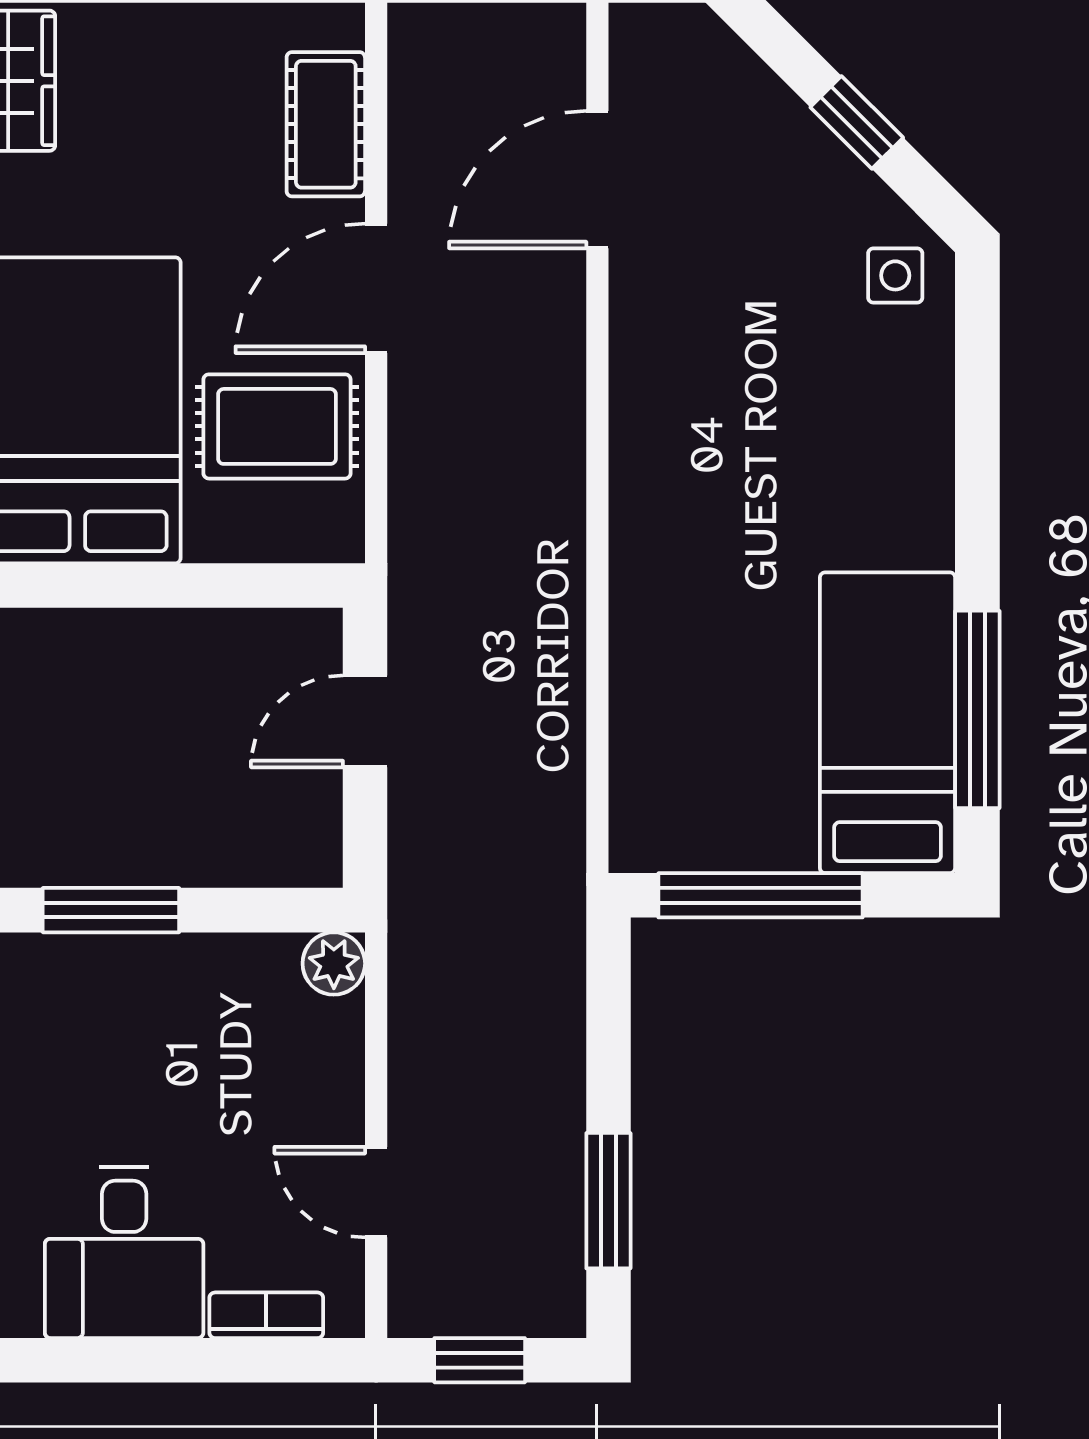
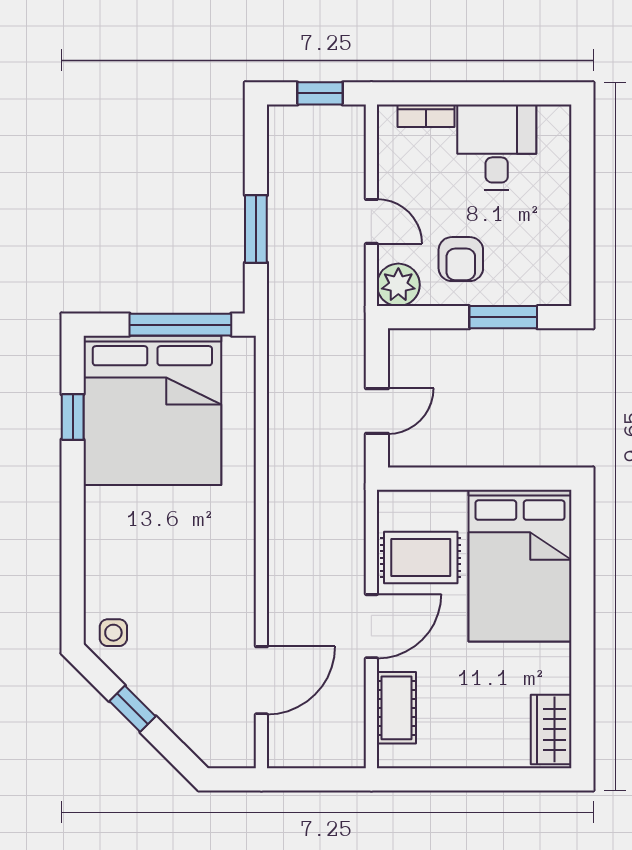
window: (977, 709) -> (73, 417), width x0.46
bed: (888, 723) -> (152, 410), width x2.04
plant: (334, 963) -> (398, 285), width x1.38, depth x1.38
armchair: (196, 1027) -> (461, 259), added
door: (376, 1192) -> (371, 221), moved
window: (608, 1201) -> (256, 229), moved

